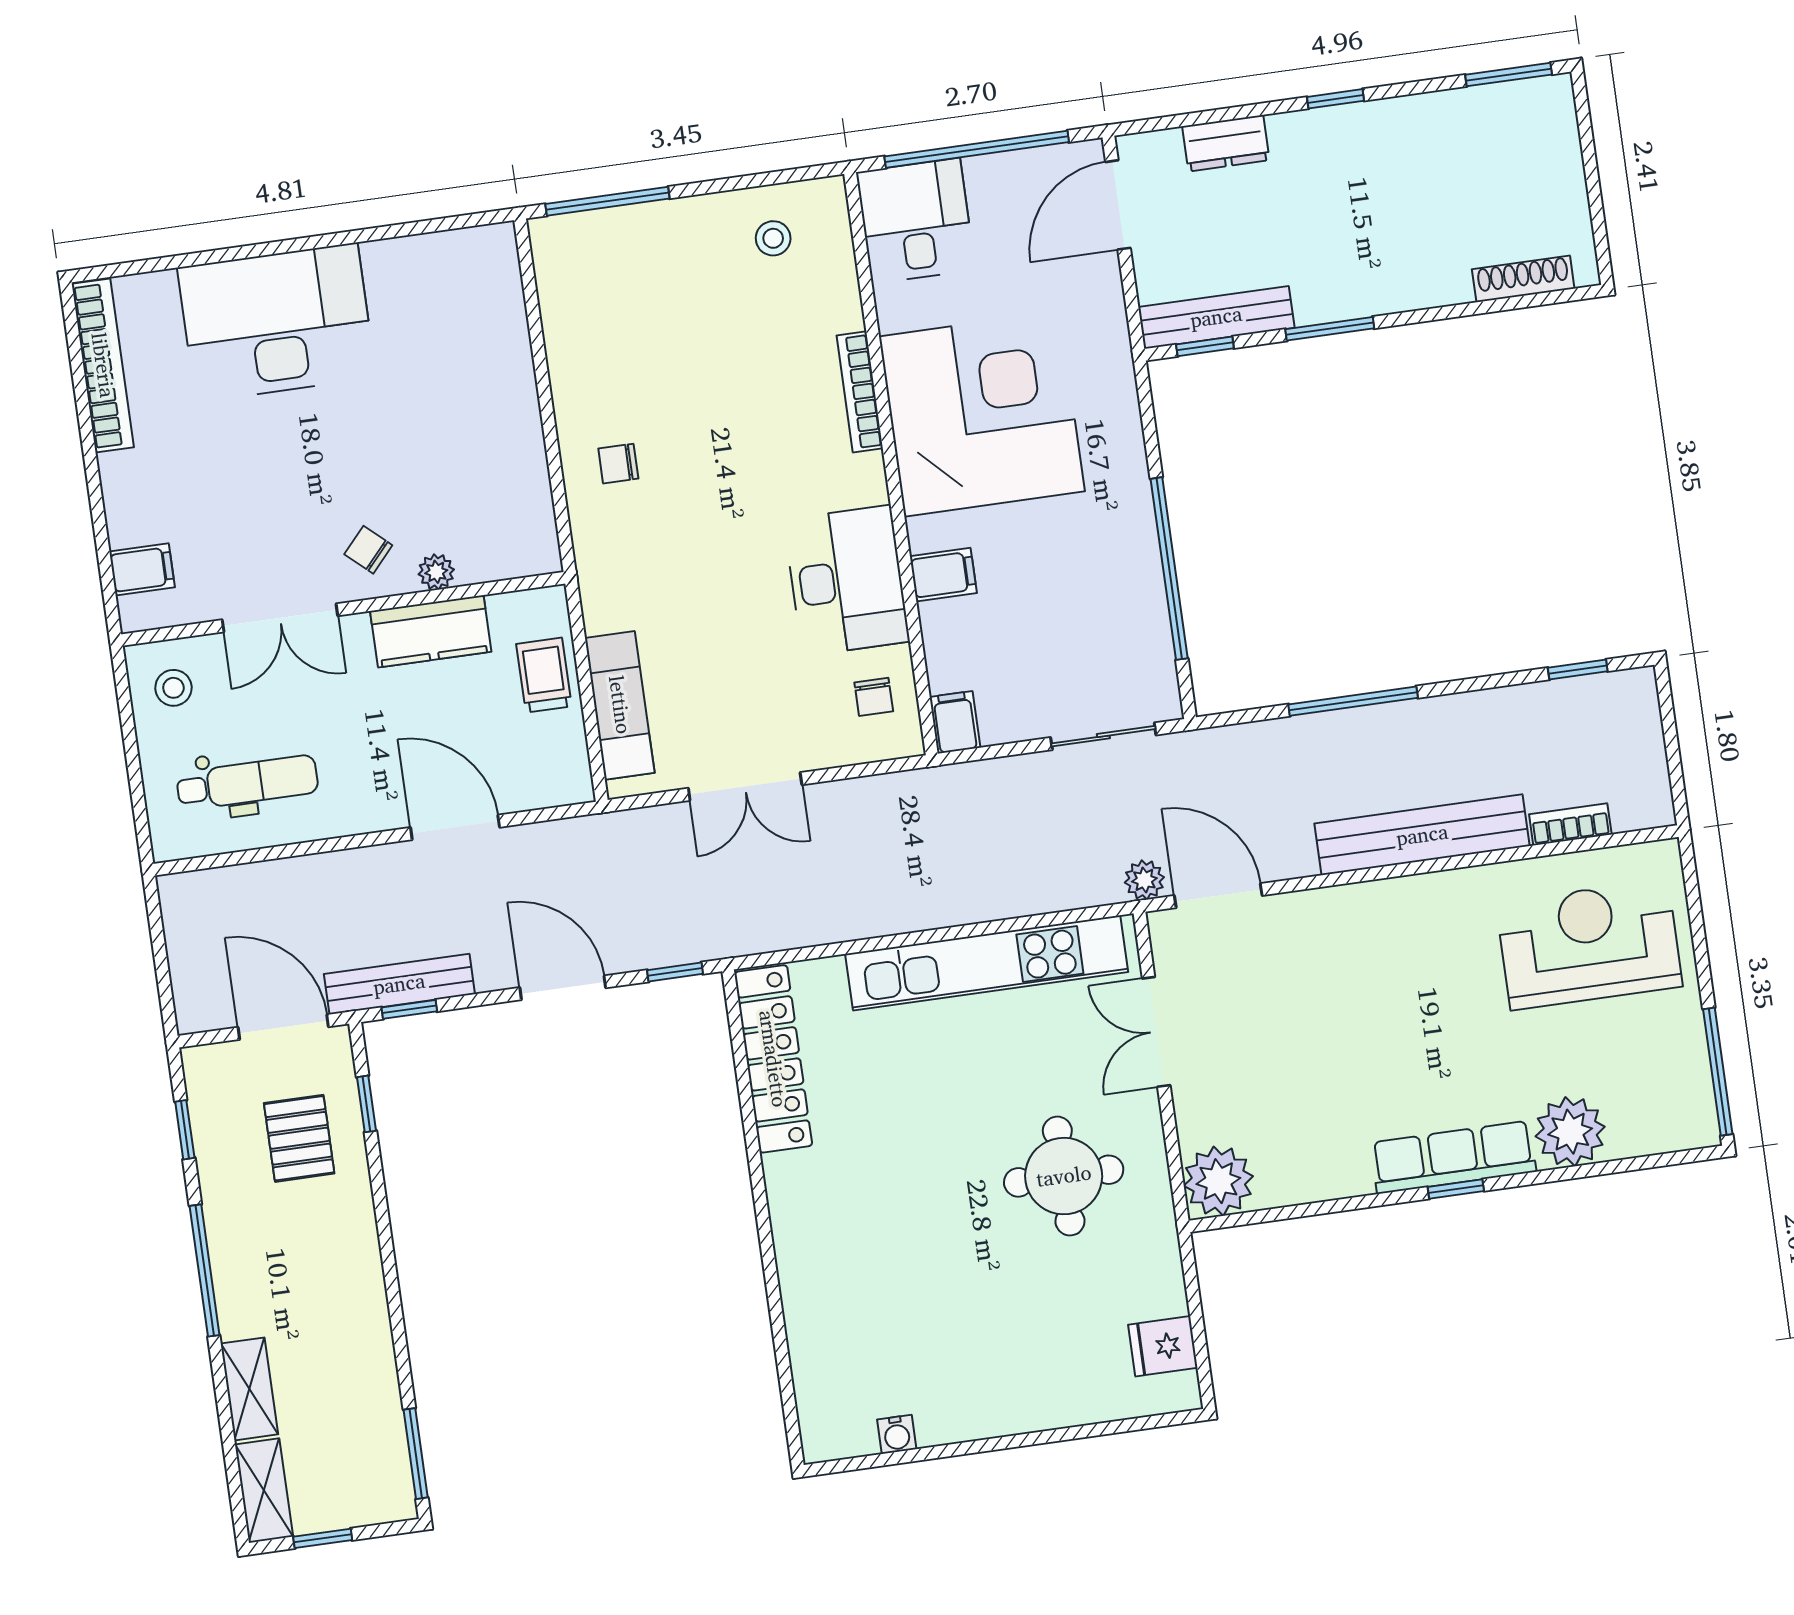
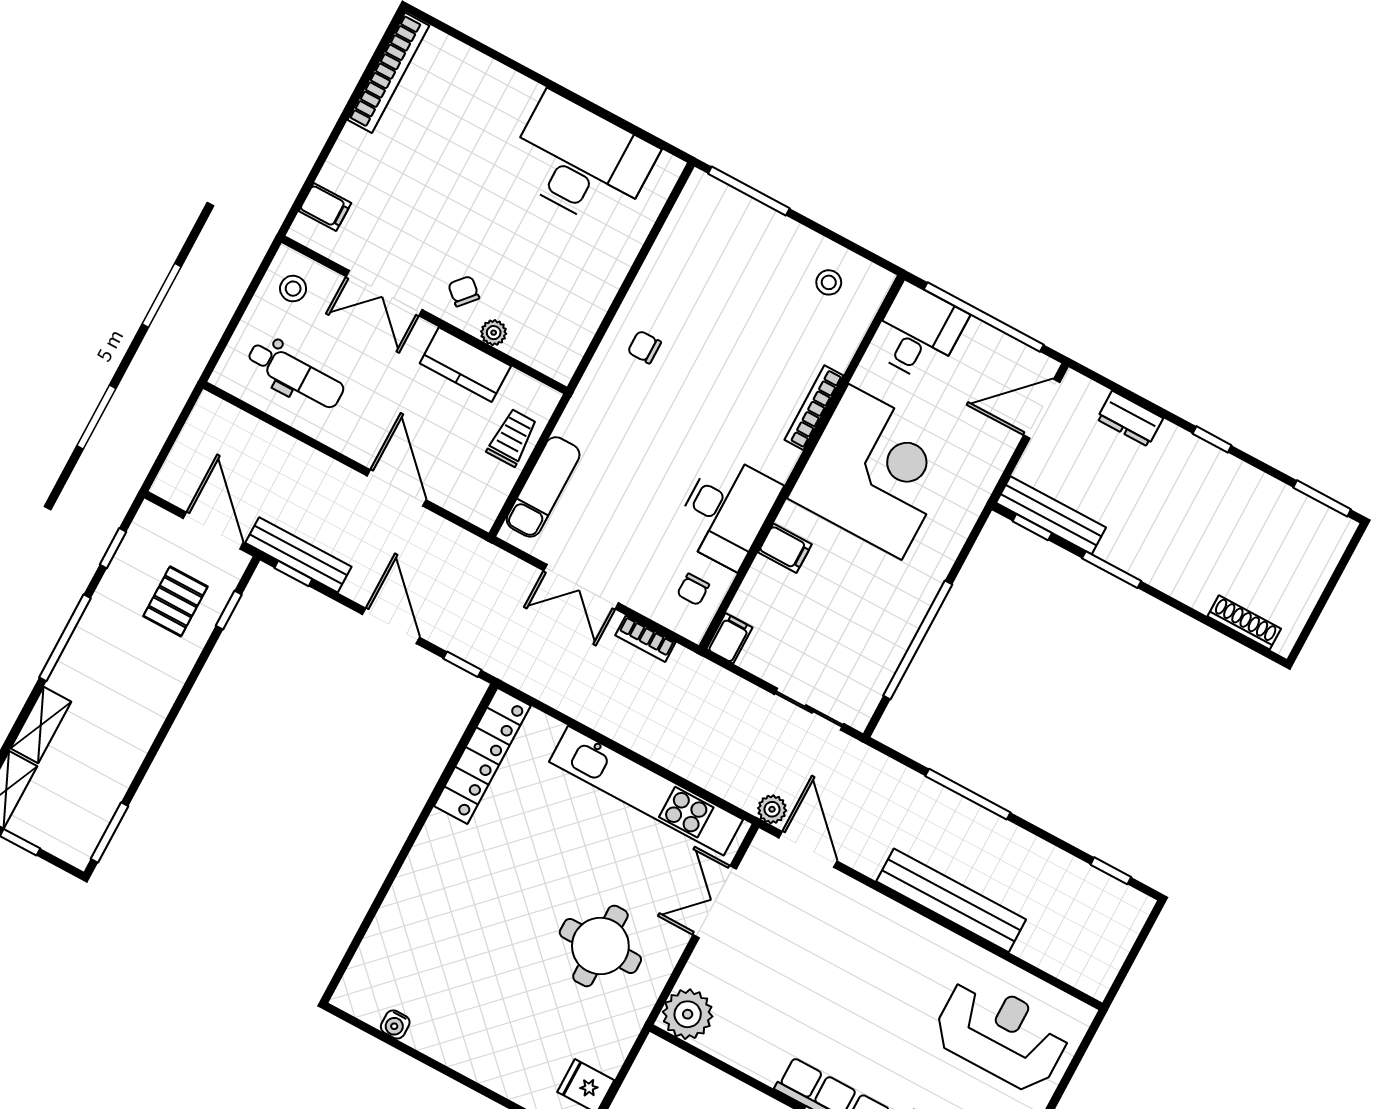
desk: (277, 322) -> (581, 161), moved
bookcase: (1570, 824) -> (645, 639), moved, turned 180

